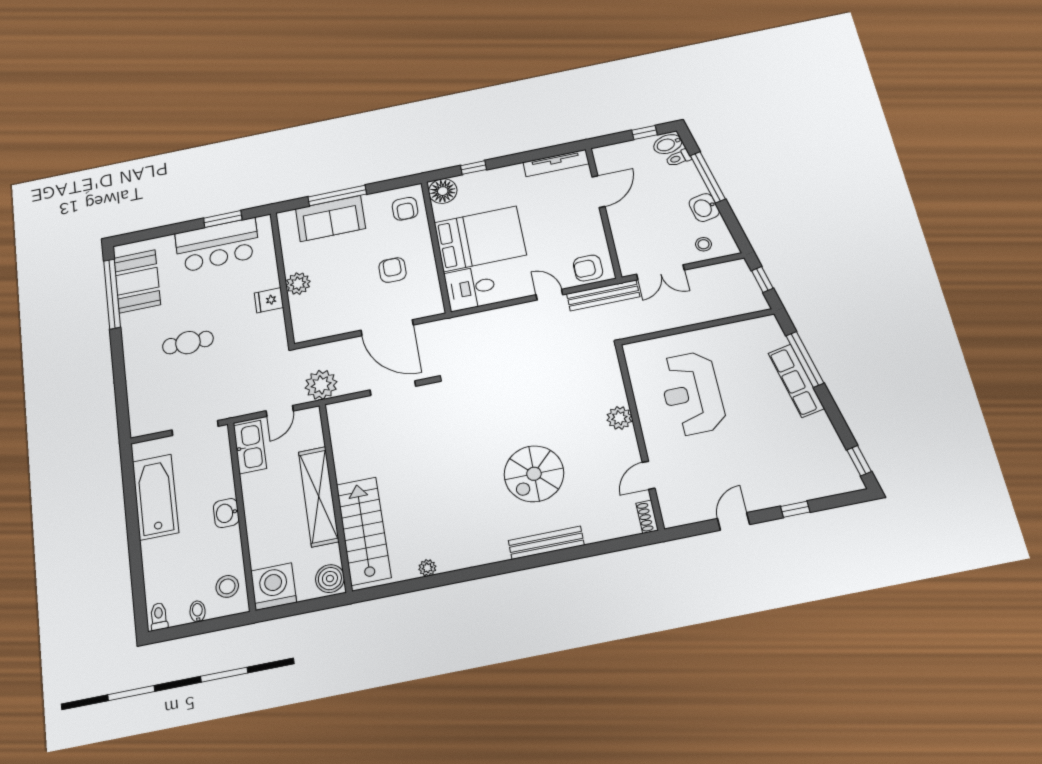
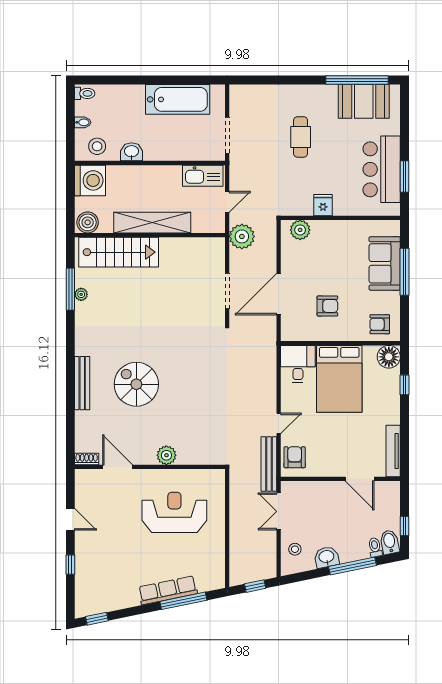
plant: (298, 284) -> (300, 230), moved
door: (280, 411) -> (227, 202), swing flipped
door: (649, 475) -> (118, 467), width x1.38
washbasin: (226, 513) -> (132, 152), moved
window: (423, 583) -> (70, 289), added

